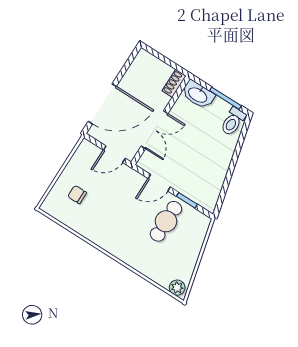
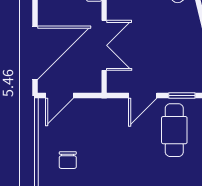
door: (114, 154) -> (59, 96), moved
chair: (77, 195) -> (68, 160), turned -90

